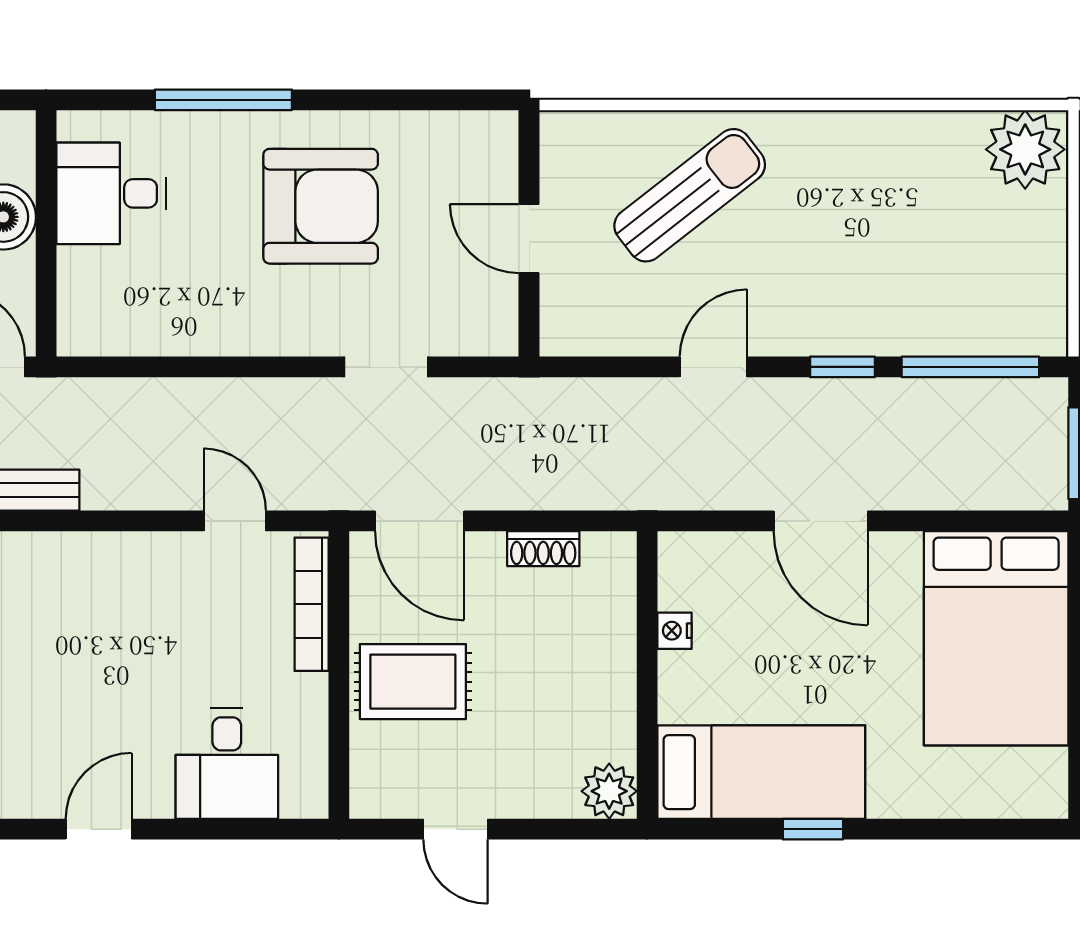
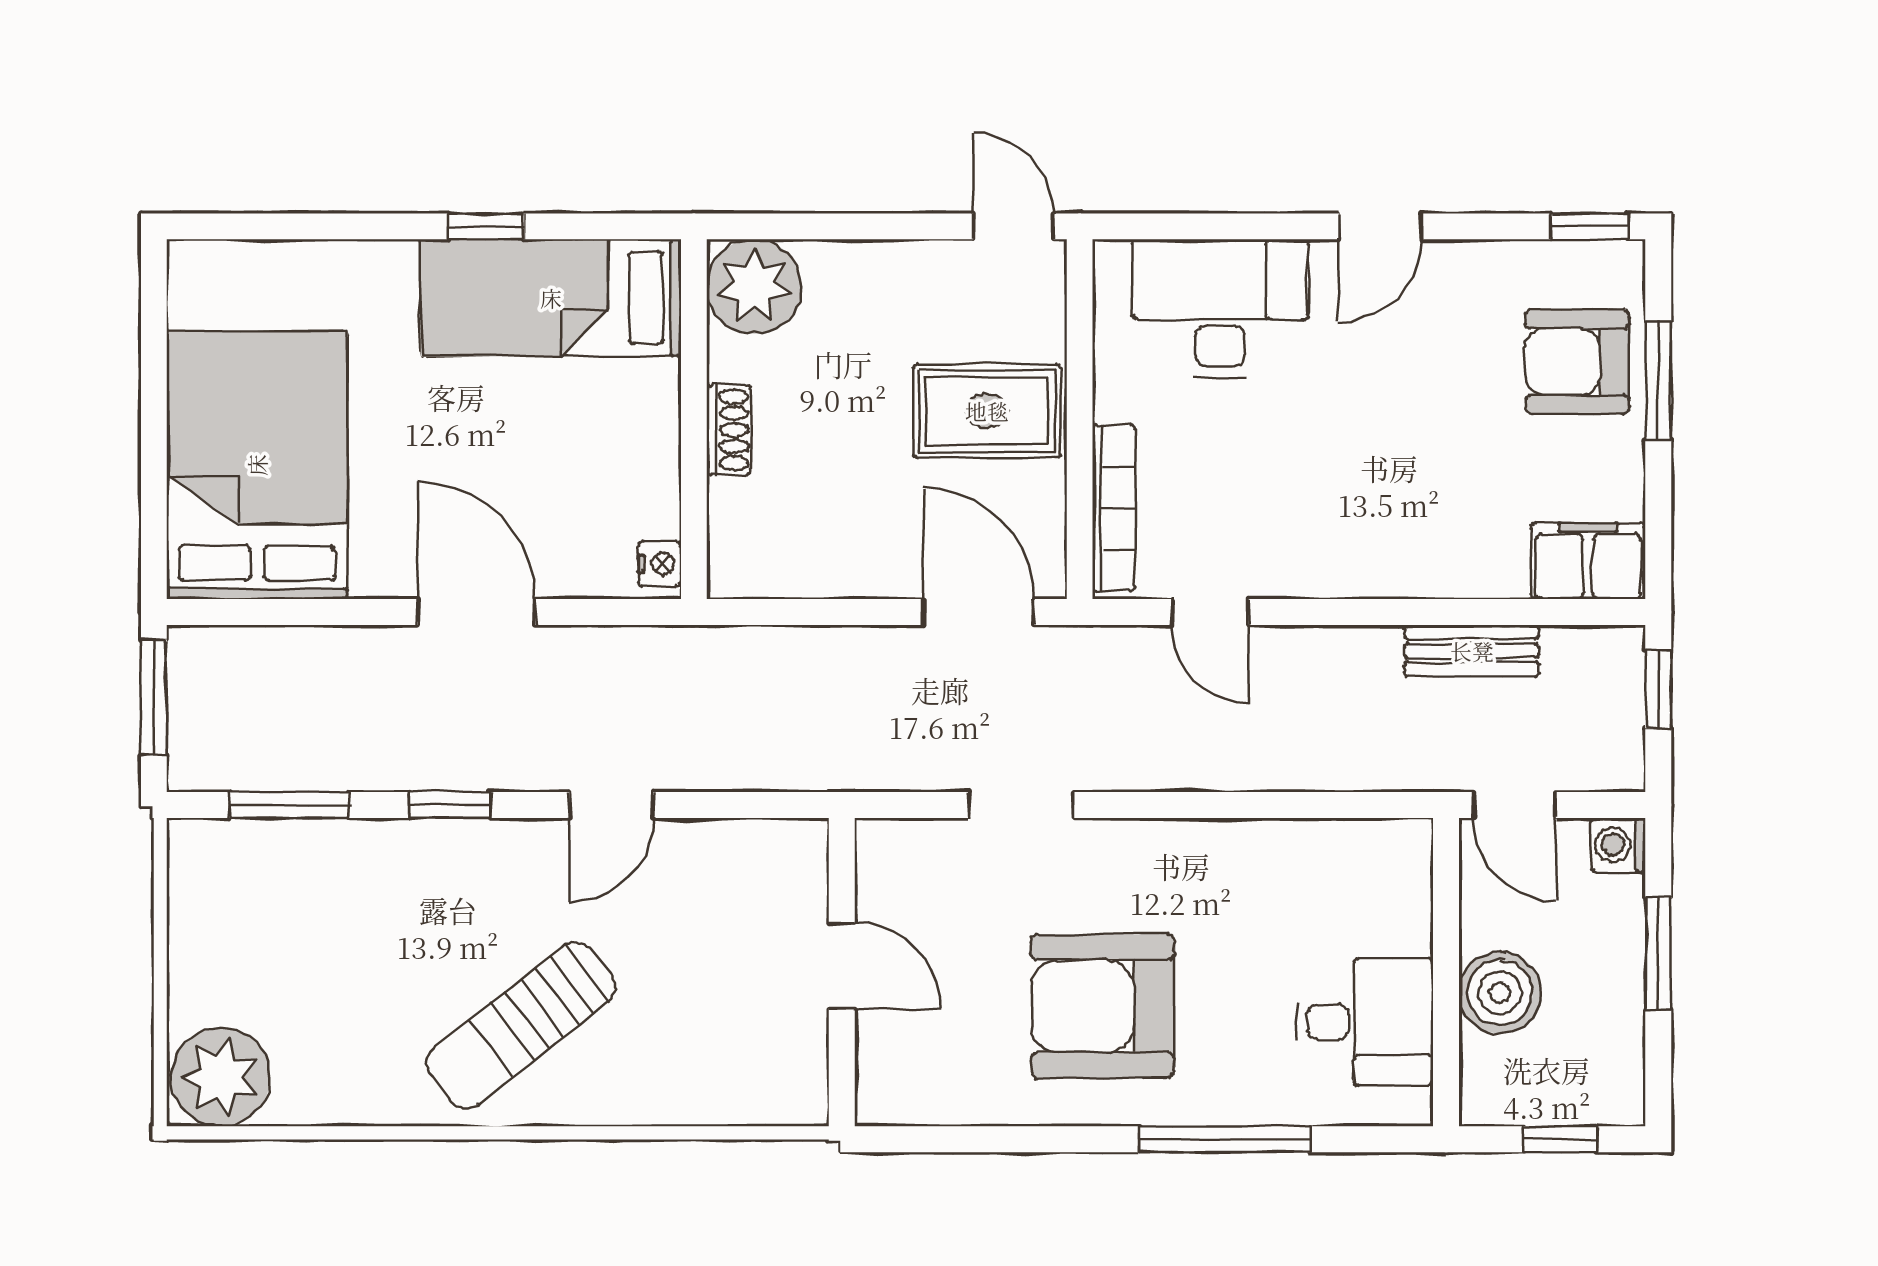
sun lounger: (690, 195) -> (521, 1025), moved
window: (970, 367) -> (289, 805), width x0.69
shoe rack: (543, 549) -> (729, 430), moved, turned 90
nightstand: (675, 631) -> (660, 564), moved
desk: (227, 764) -> (1220, 308), width x1.37
plant: (609, 791) -> (754, 287), width x1.36, depth x1.36
door: (456, 829) -> (1013, 226), moved

